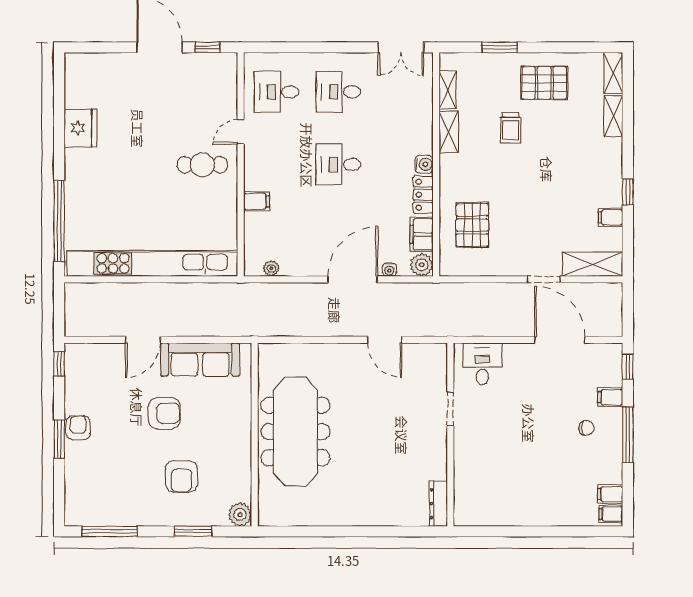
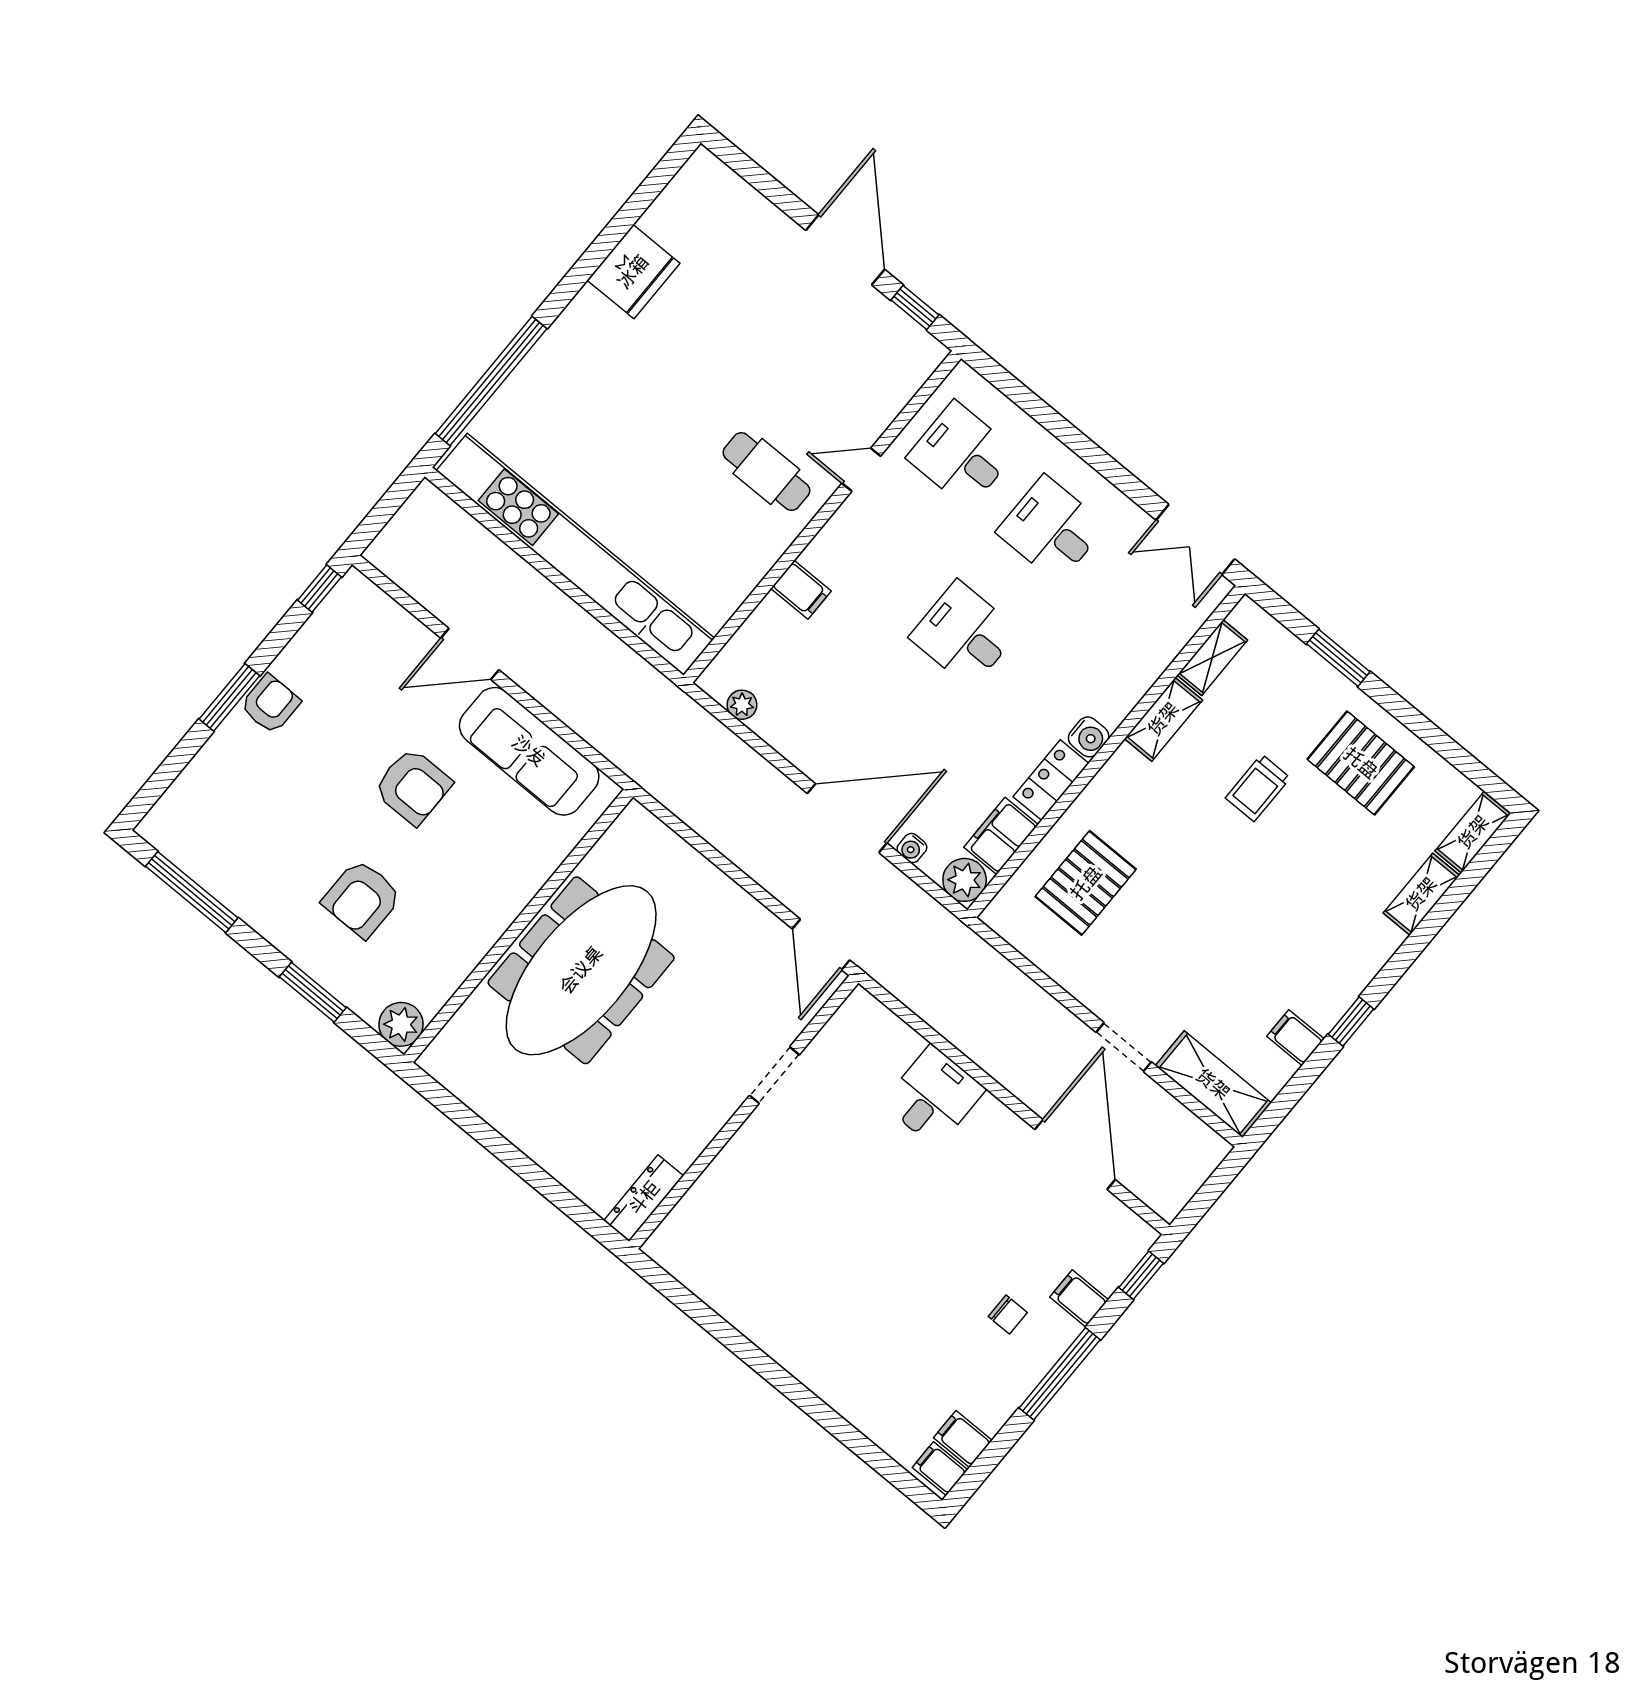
doorway: (450, 409) -> (774, 1075), moved
wall: (450, 435) -> (744, 1112), moved
dresser: (438, 504) -> (644, 1198), moved

